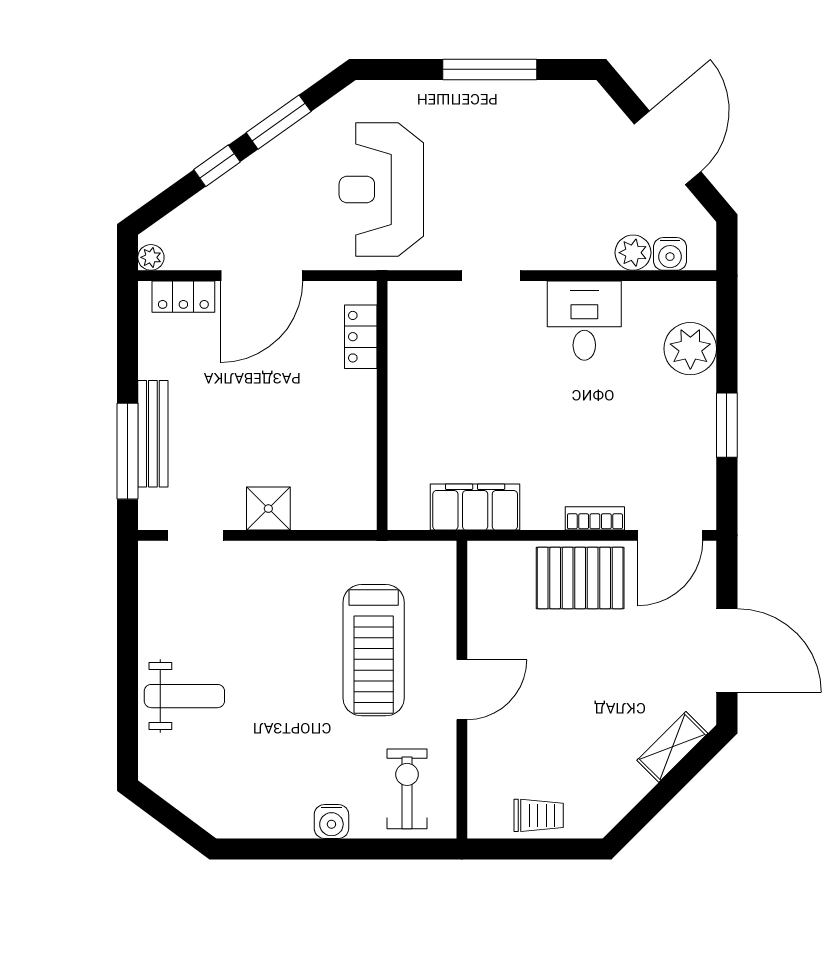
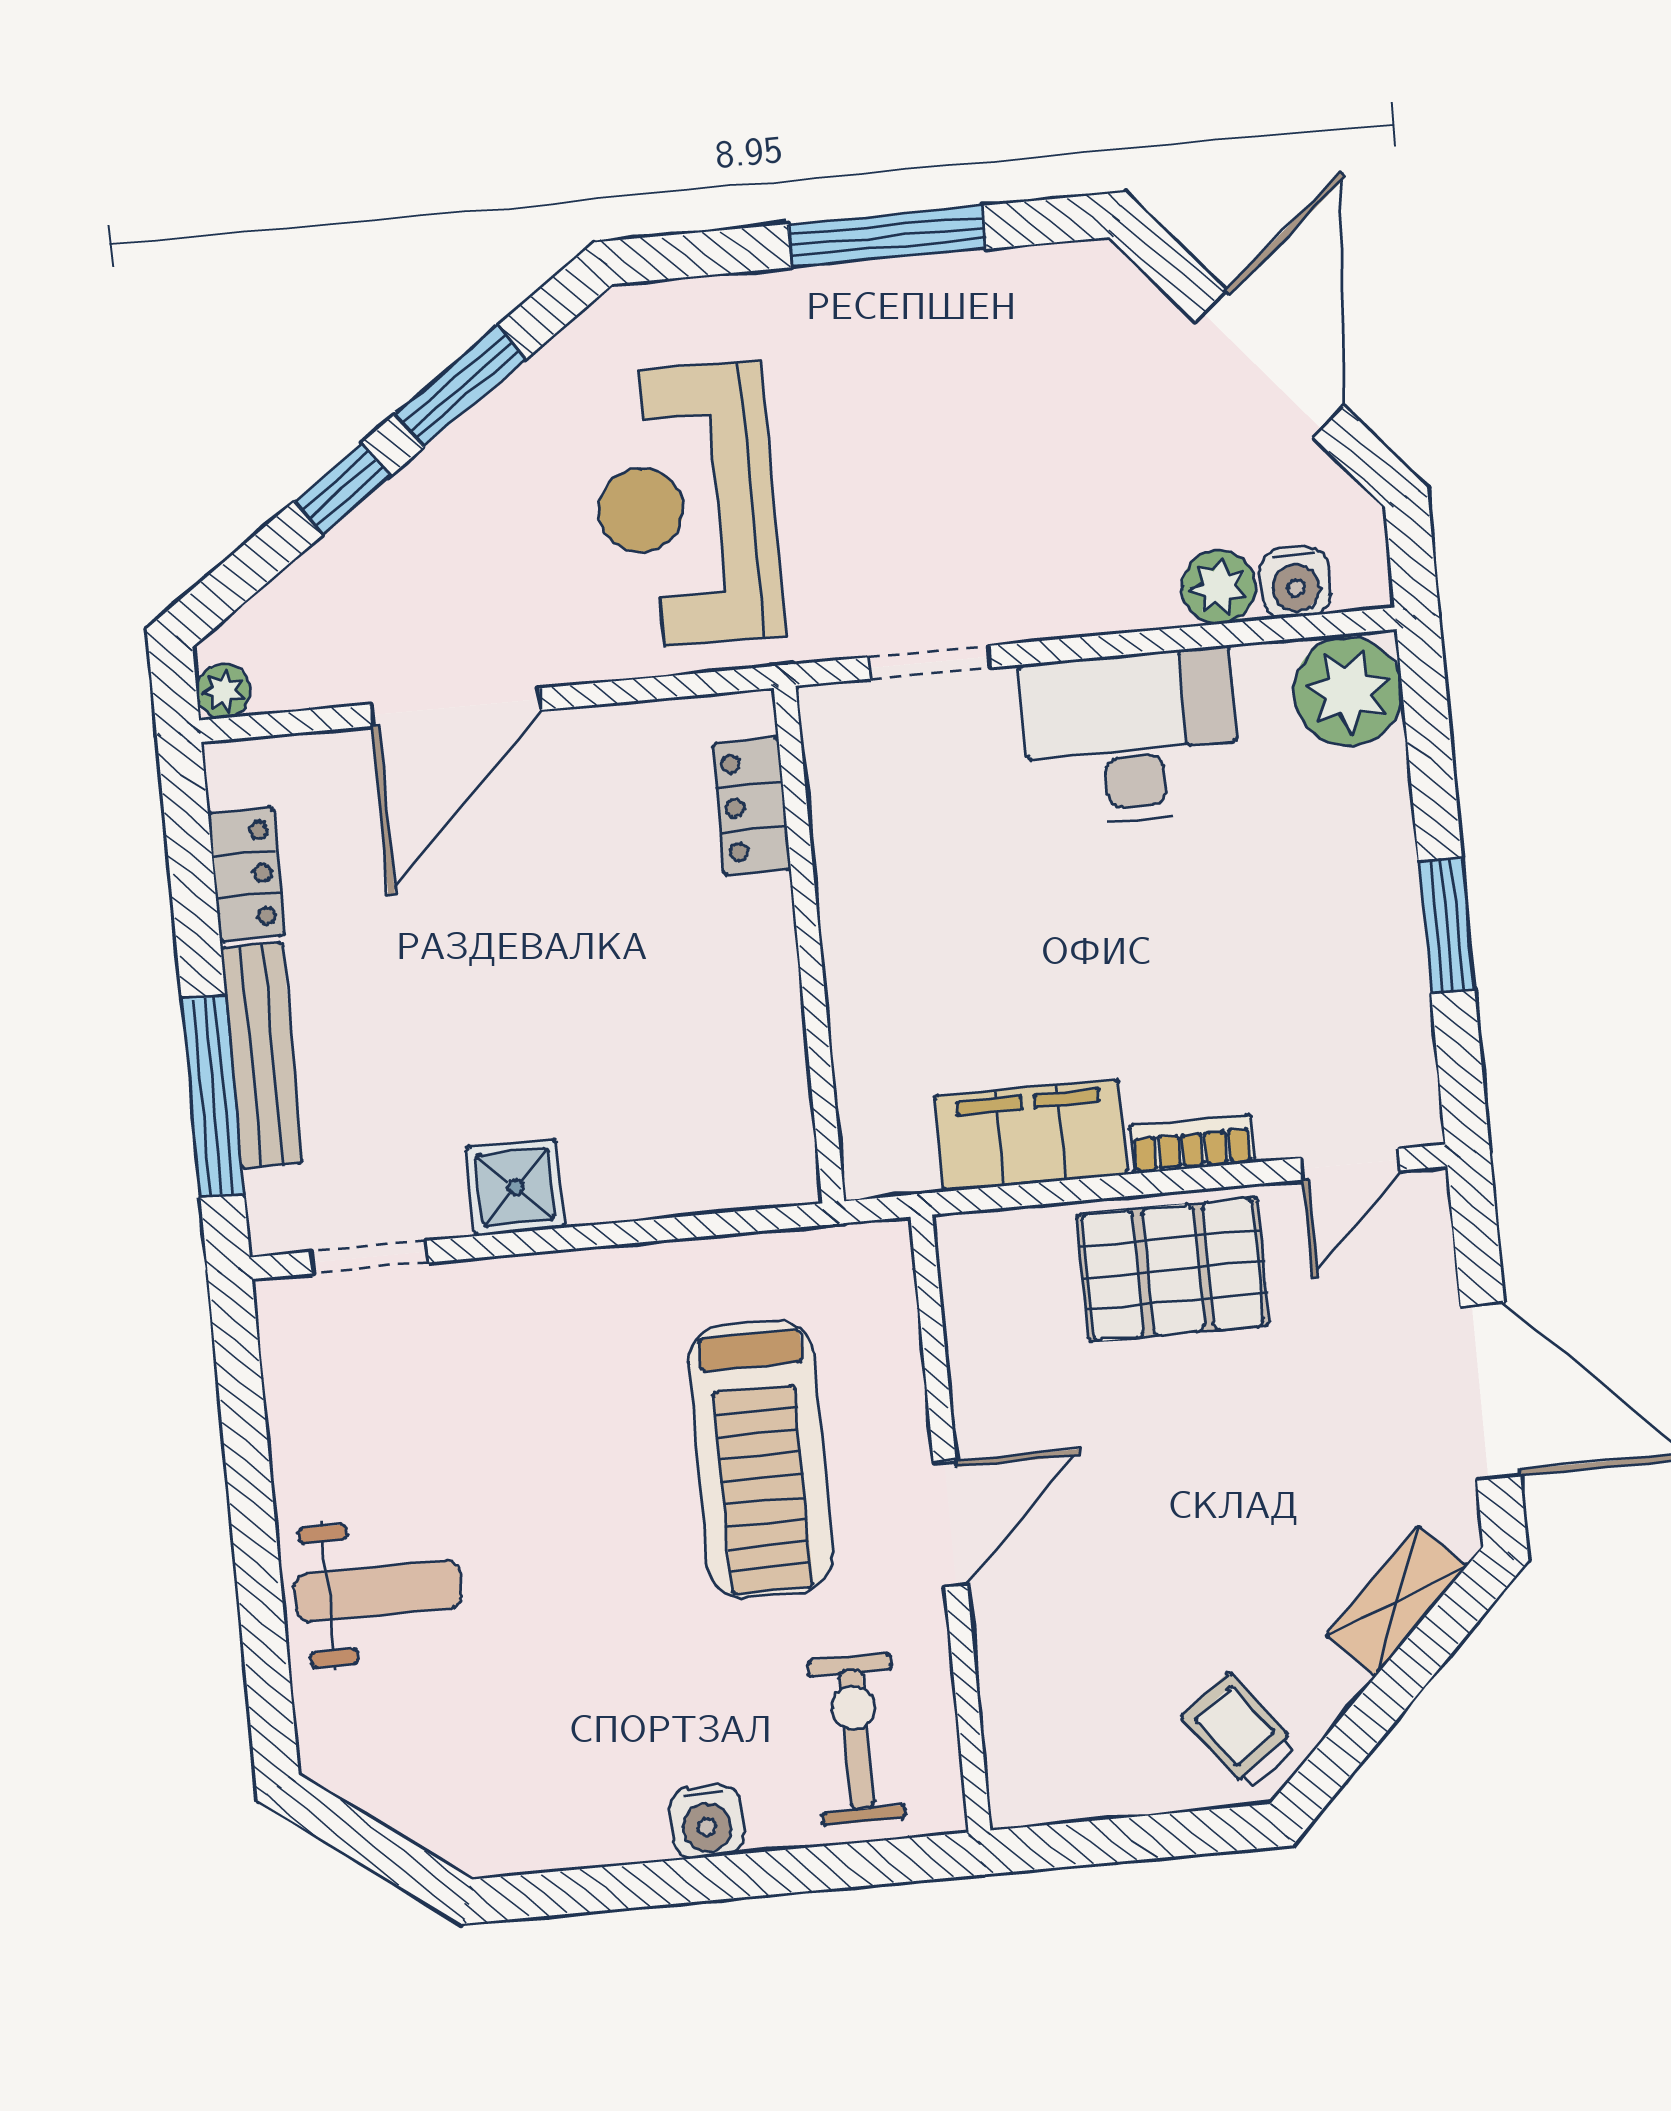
locker: (183, 297) -> (246, 874), moved, turned -90
desk: (584, 321) -> (1131, 737), width x1.37
locker: (361, 337) -> (751, 806), moved
plant: (690, 349) -> (1348, 691), moved
wall: (382, 406) -> (809, 945), moved
filing cabinet: (475, 507) -> (1031, 1135), moved
door: (670, 535) -> (1351, 1164), width x0.73
trolley: (539, 815) -> (1239, 1731), moved, turned -127

